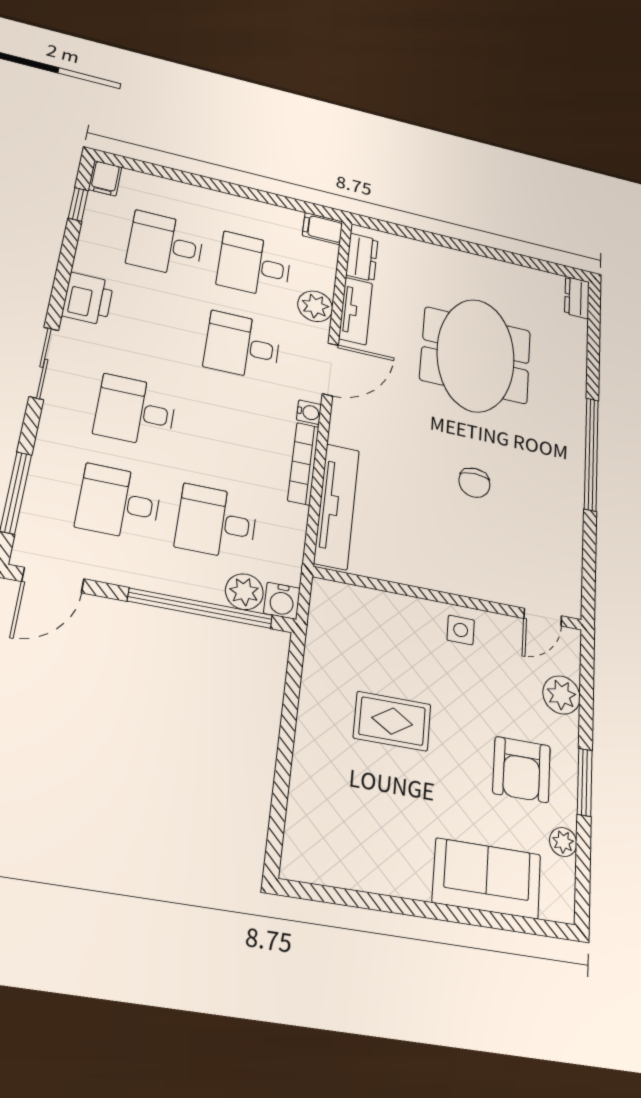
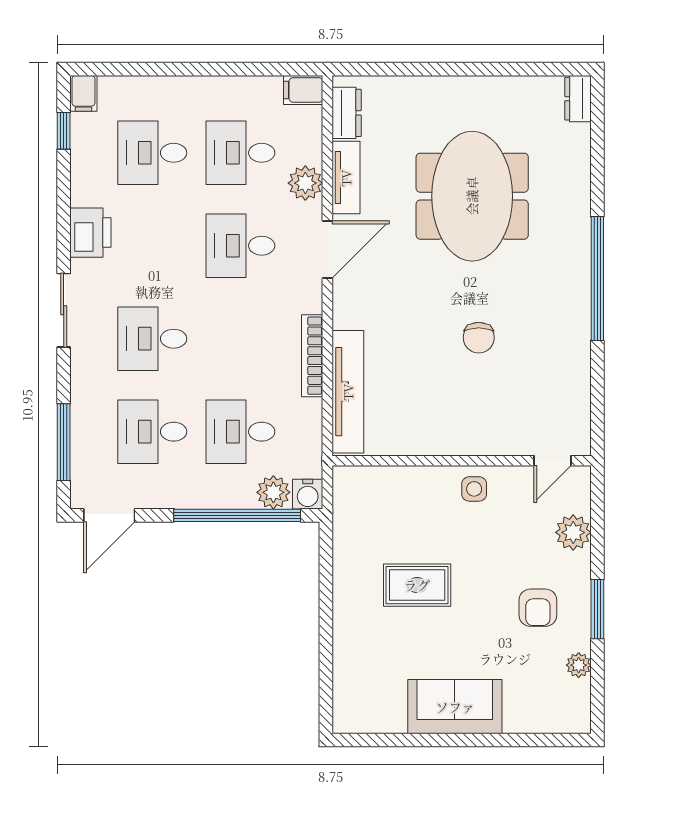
water cooler: (309, 412) -> (312, 301), removed
armchair: (522, 770) -> (538, 608), width x0.72, depth x0.72
sofa: (487, 878) -> (455, 707), moved

